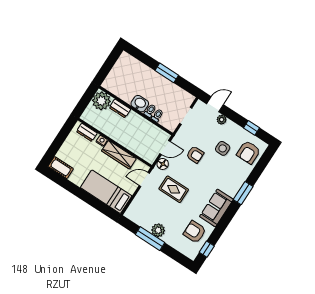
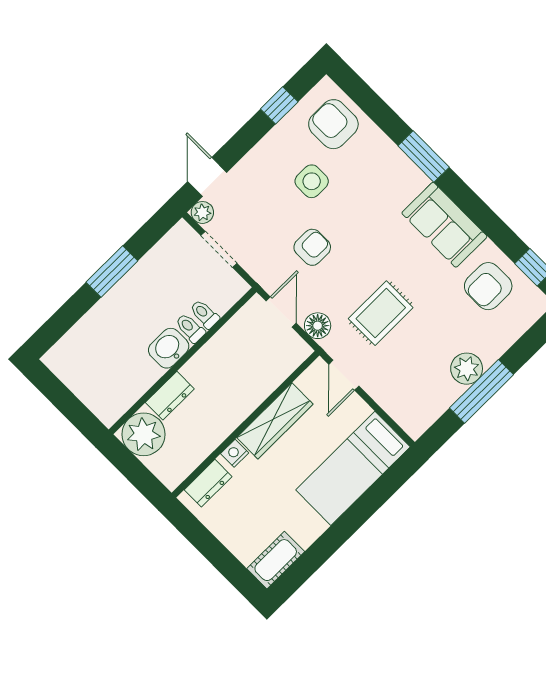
plant: (222, 120) -> (202, 212), moved
armchair: (249, 152) -> (333, 124), turned 180

